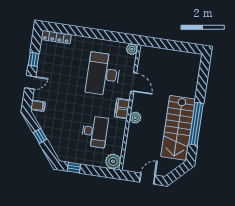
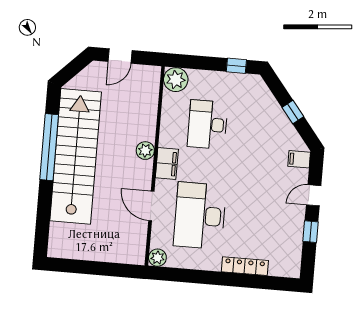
locker: (56, 37) -> (245, 266), moved
desk: (103, 74) -> (200, 216), turned 180
stairs: (178, 128) -> (76, 156), width x1.36

